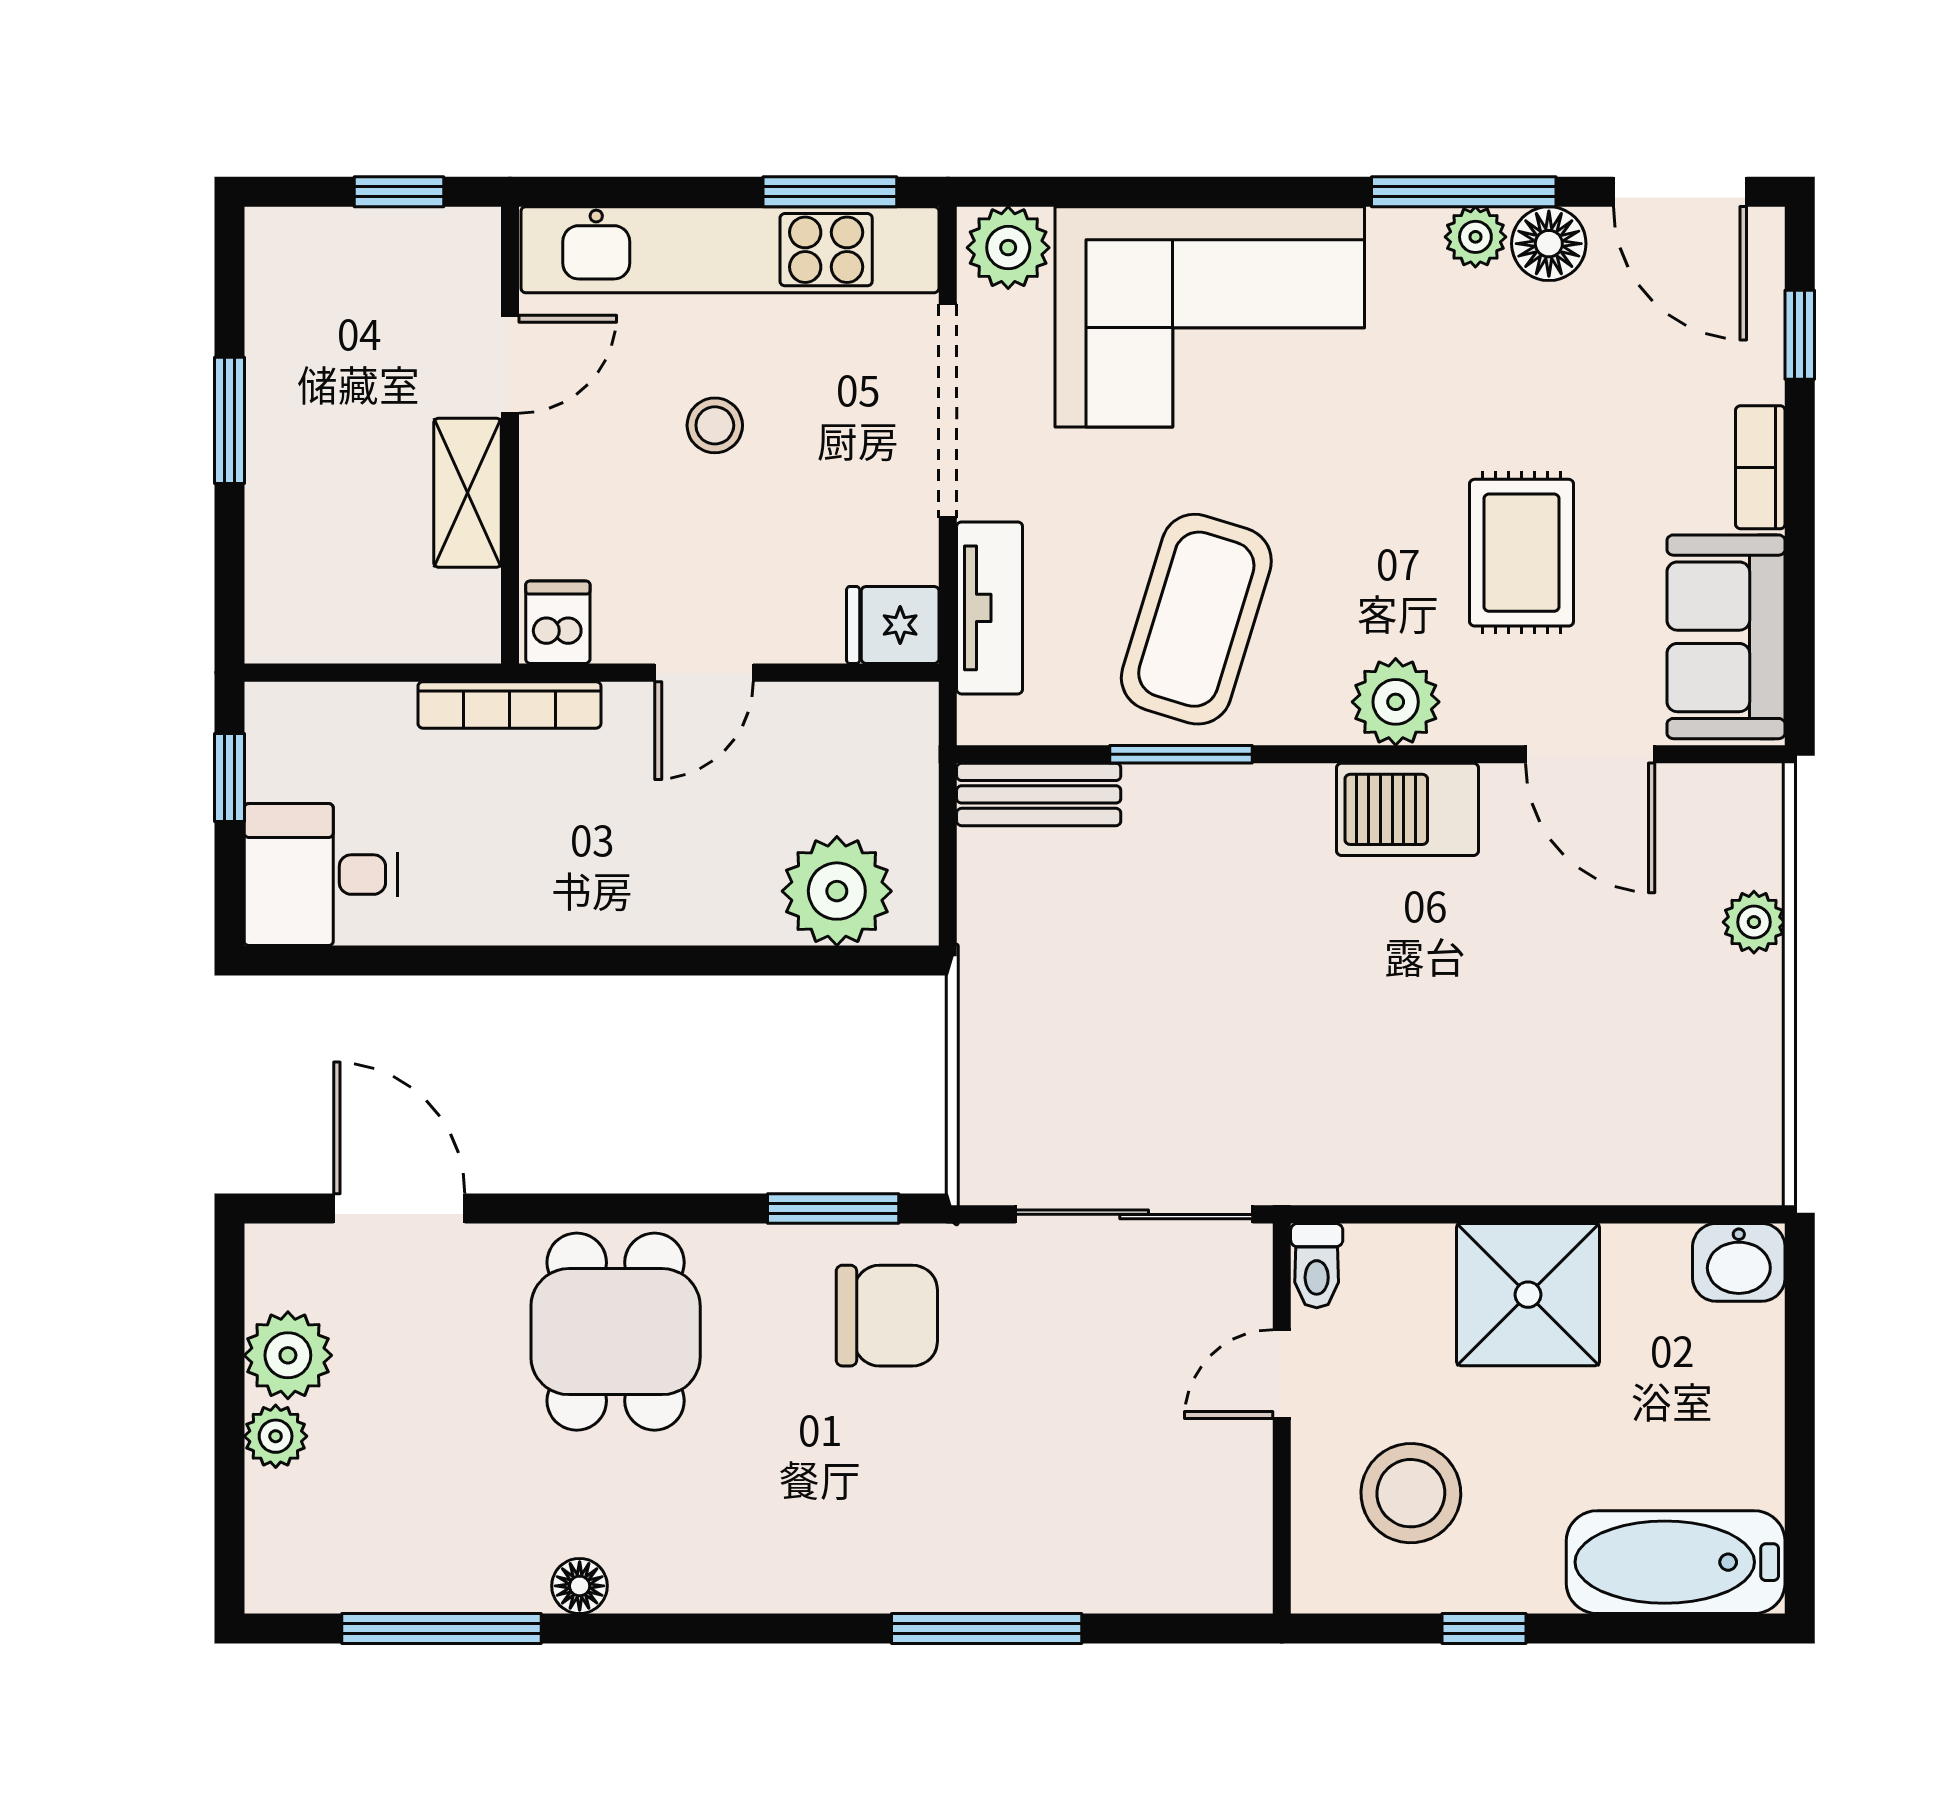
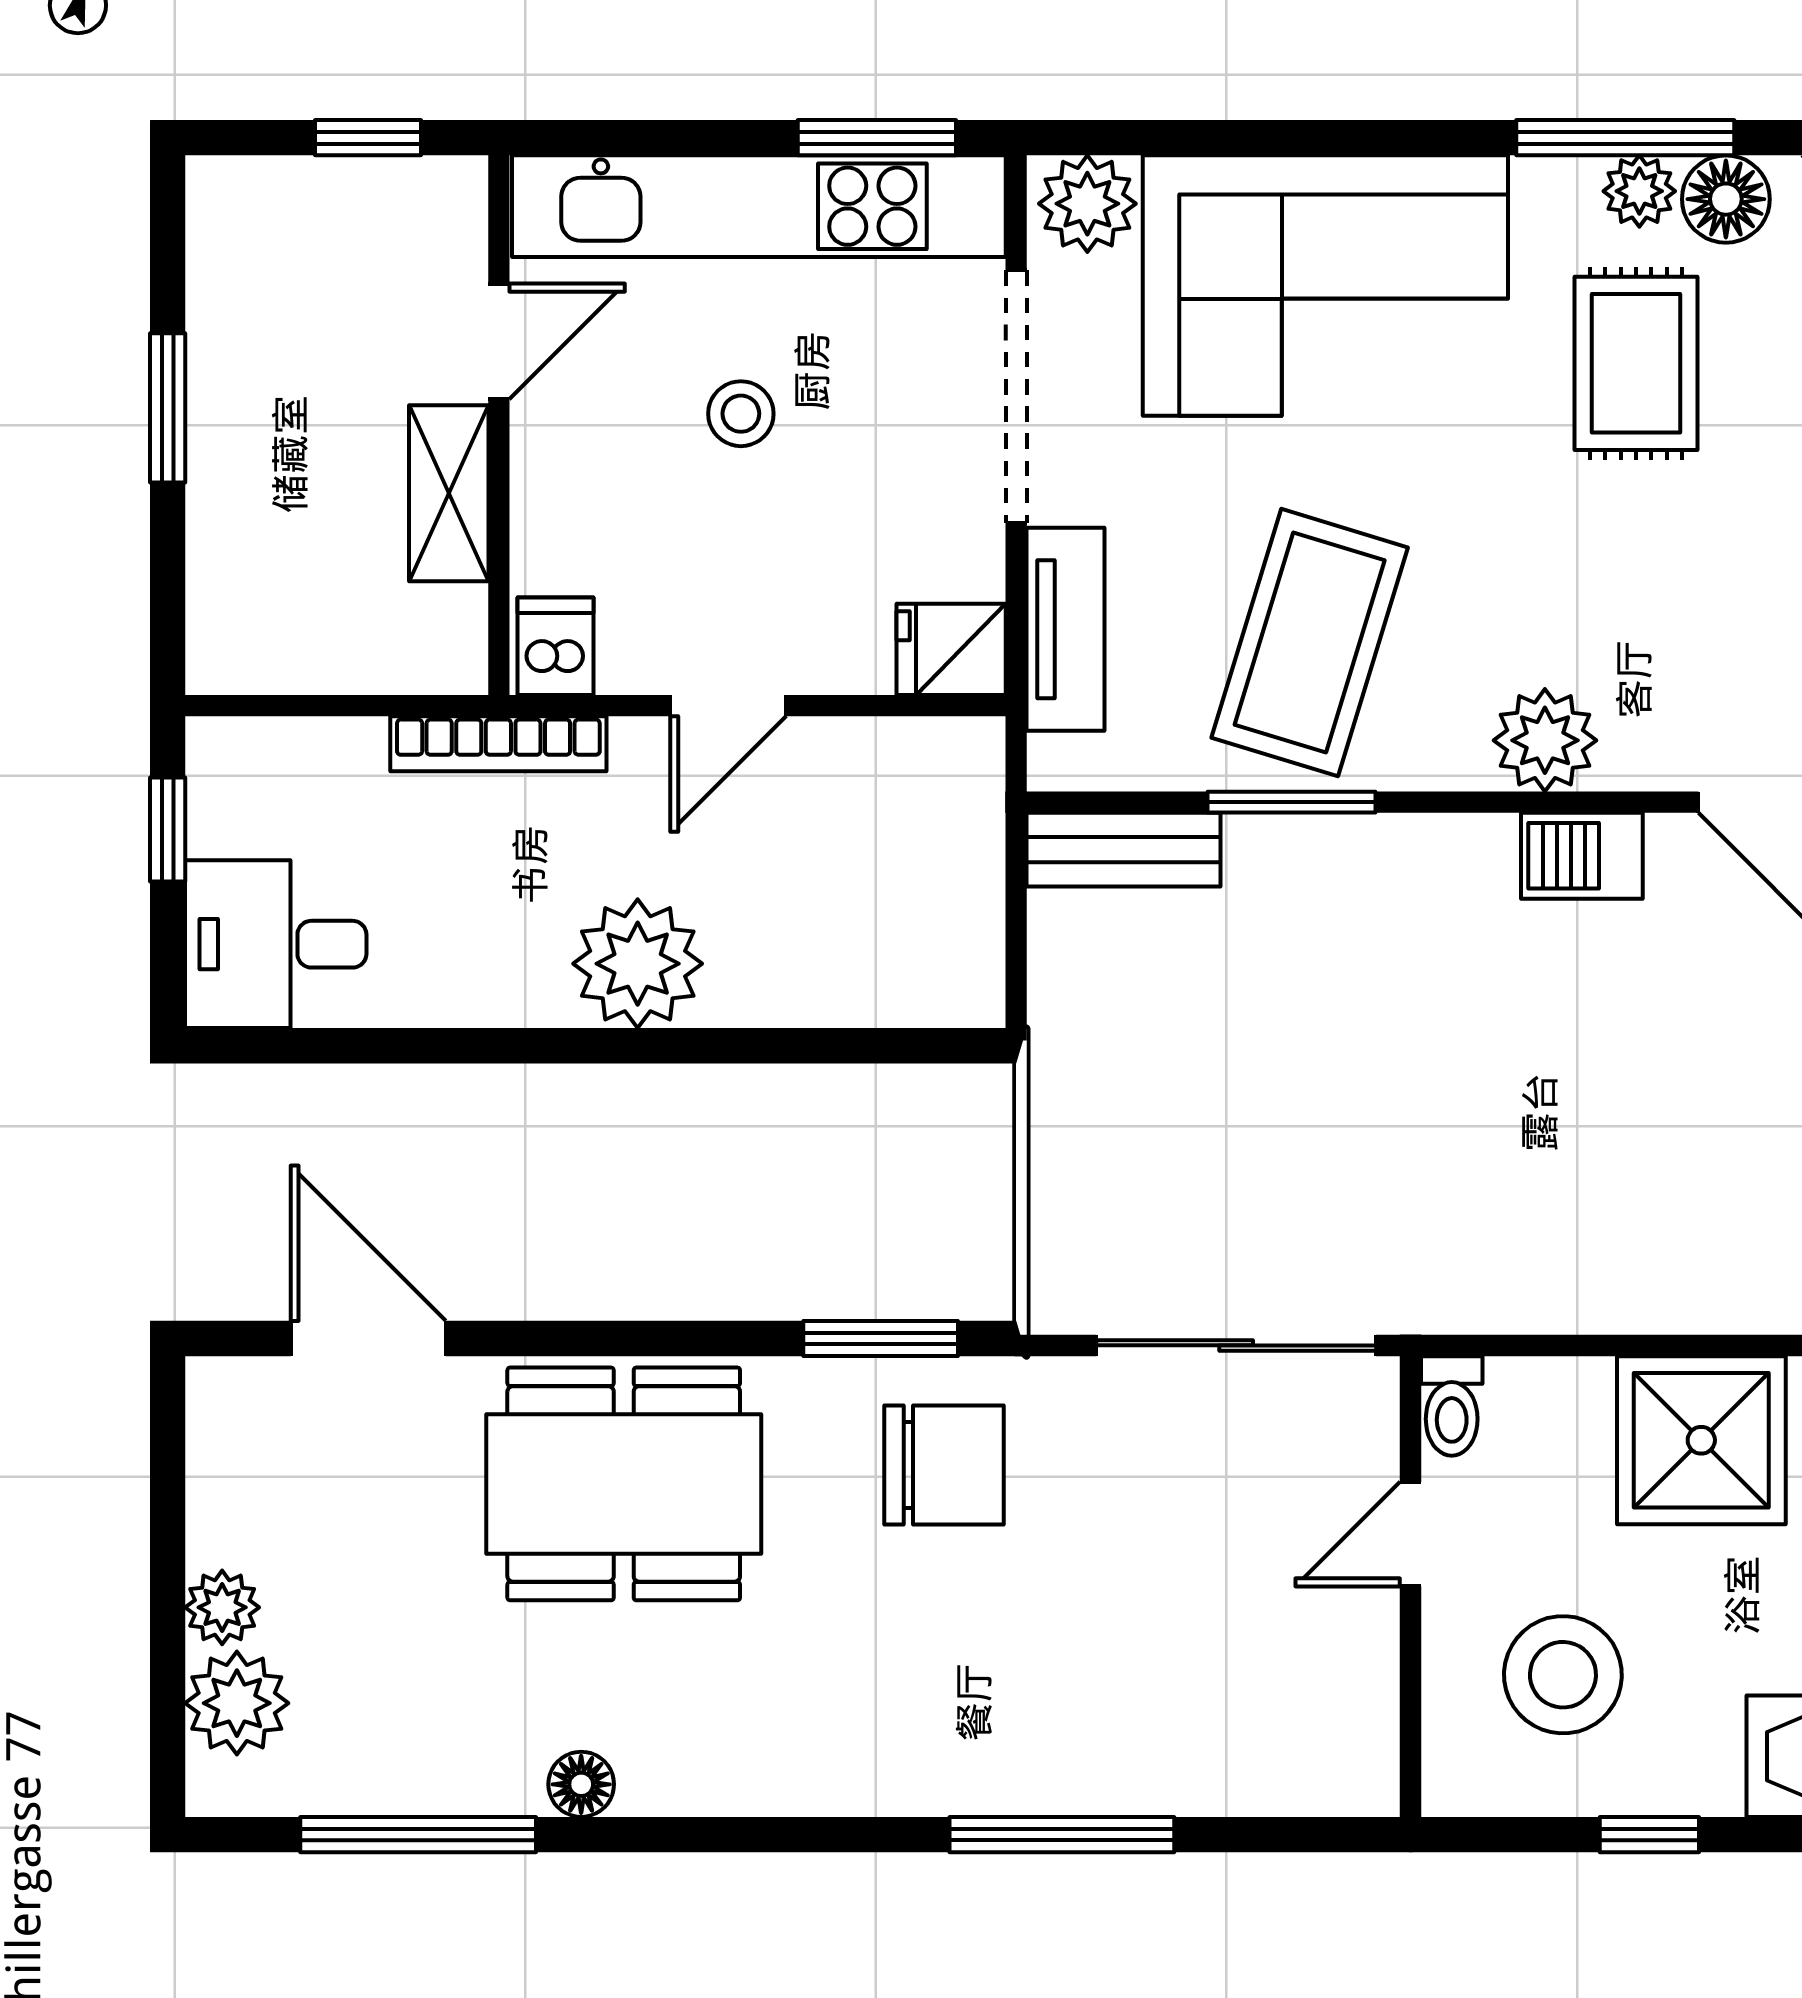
rug: (1522, 553) -> (1636, 363), moved
barbecue: (1408, 809) -> (1582, 856), width x0.73, depth x0.79
plant: (837, 891) -> (638, 964), moved
dining table: (616, 1332) -> (624, 1484), width x1.38
plant: (288, 1355) -> (237, 1703), moved

